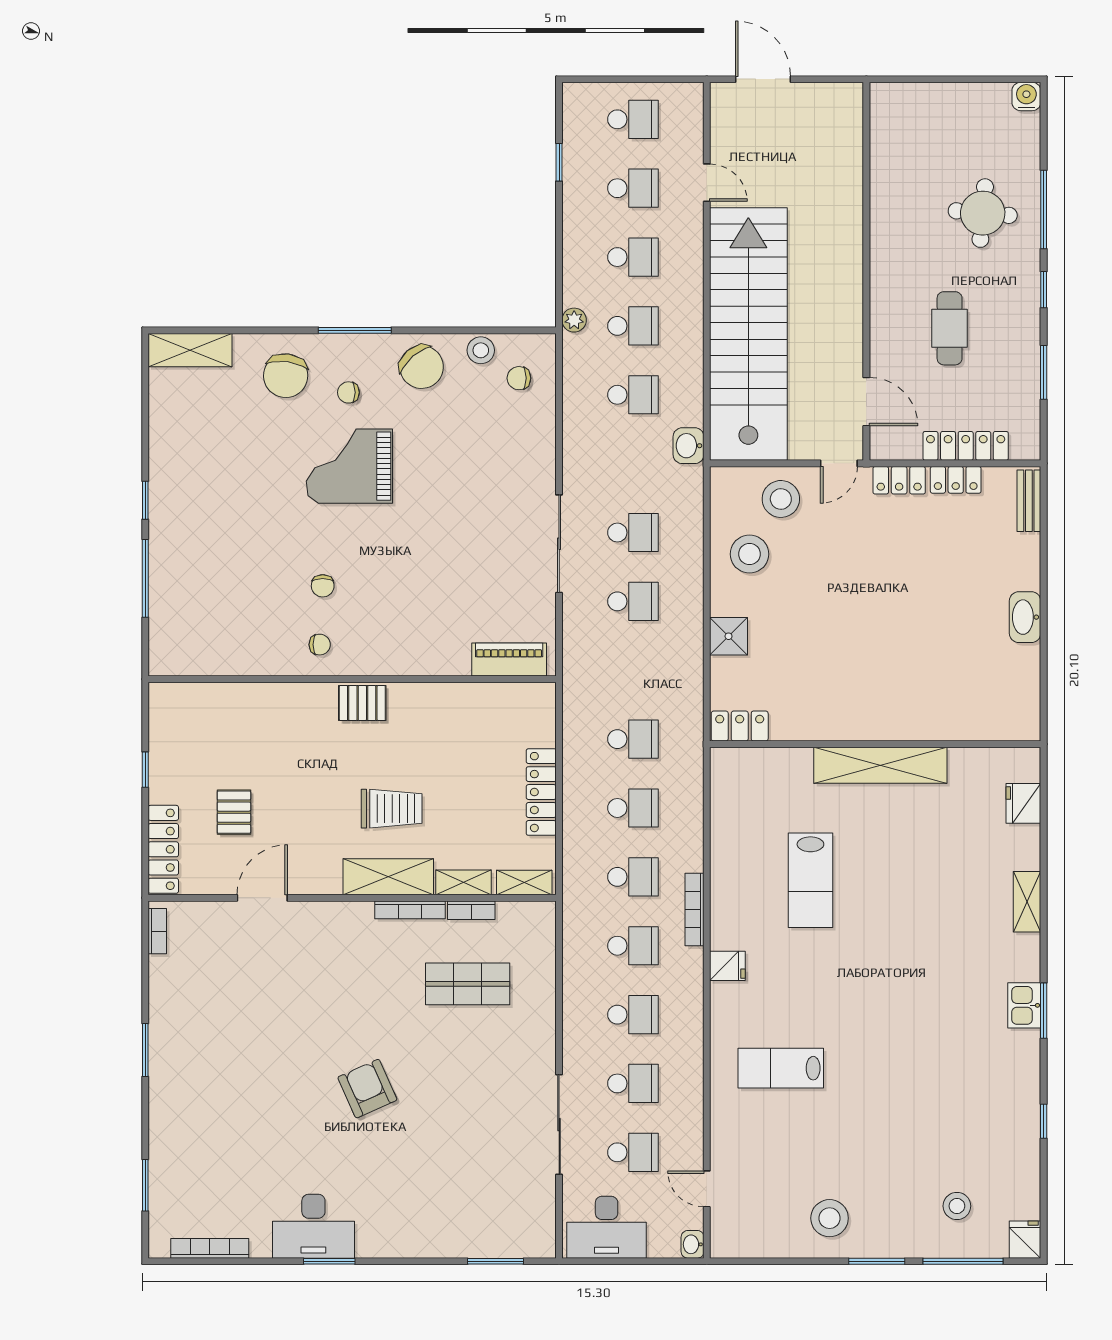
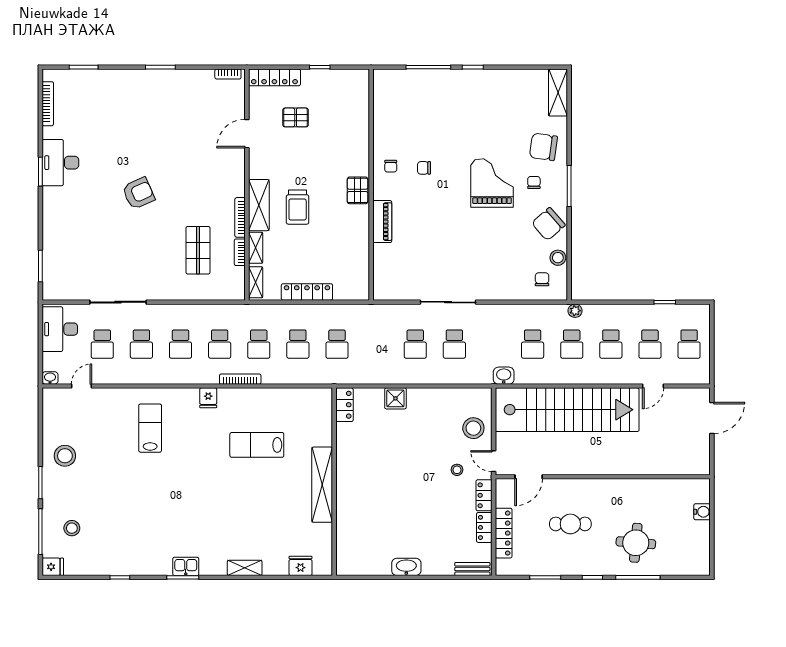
water cooler: (1026, 96) -> (702, 512), moved
stool: (749, 554) -> (457, 470), moved, width x0.53, depth x0.53
piano: (509, 660) -> (382, 222), moved
door: (262, 898) -> (247, 134), swing flipped

